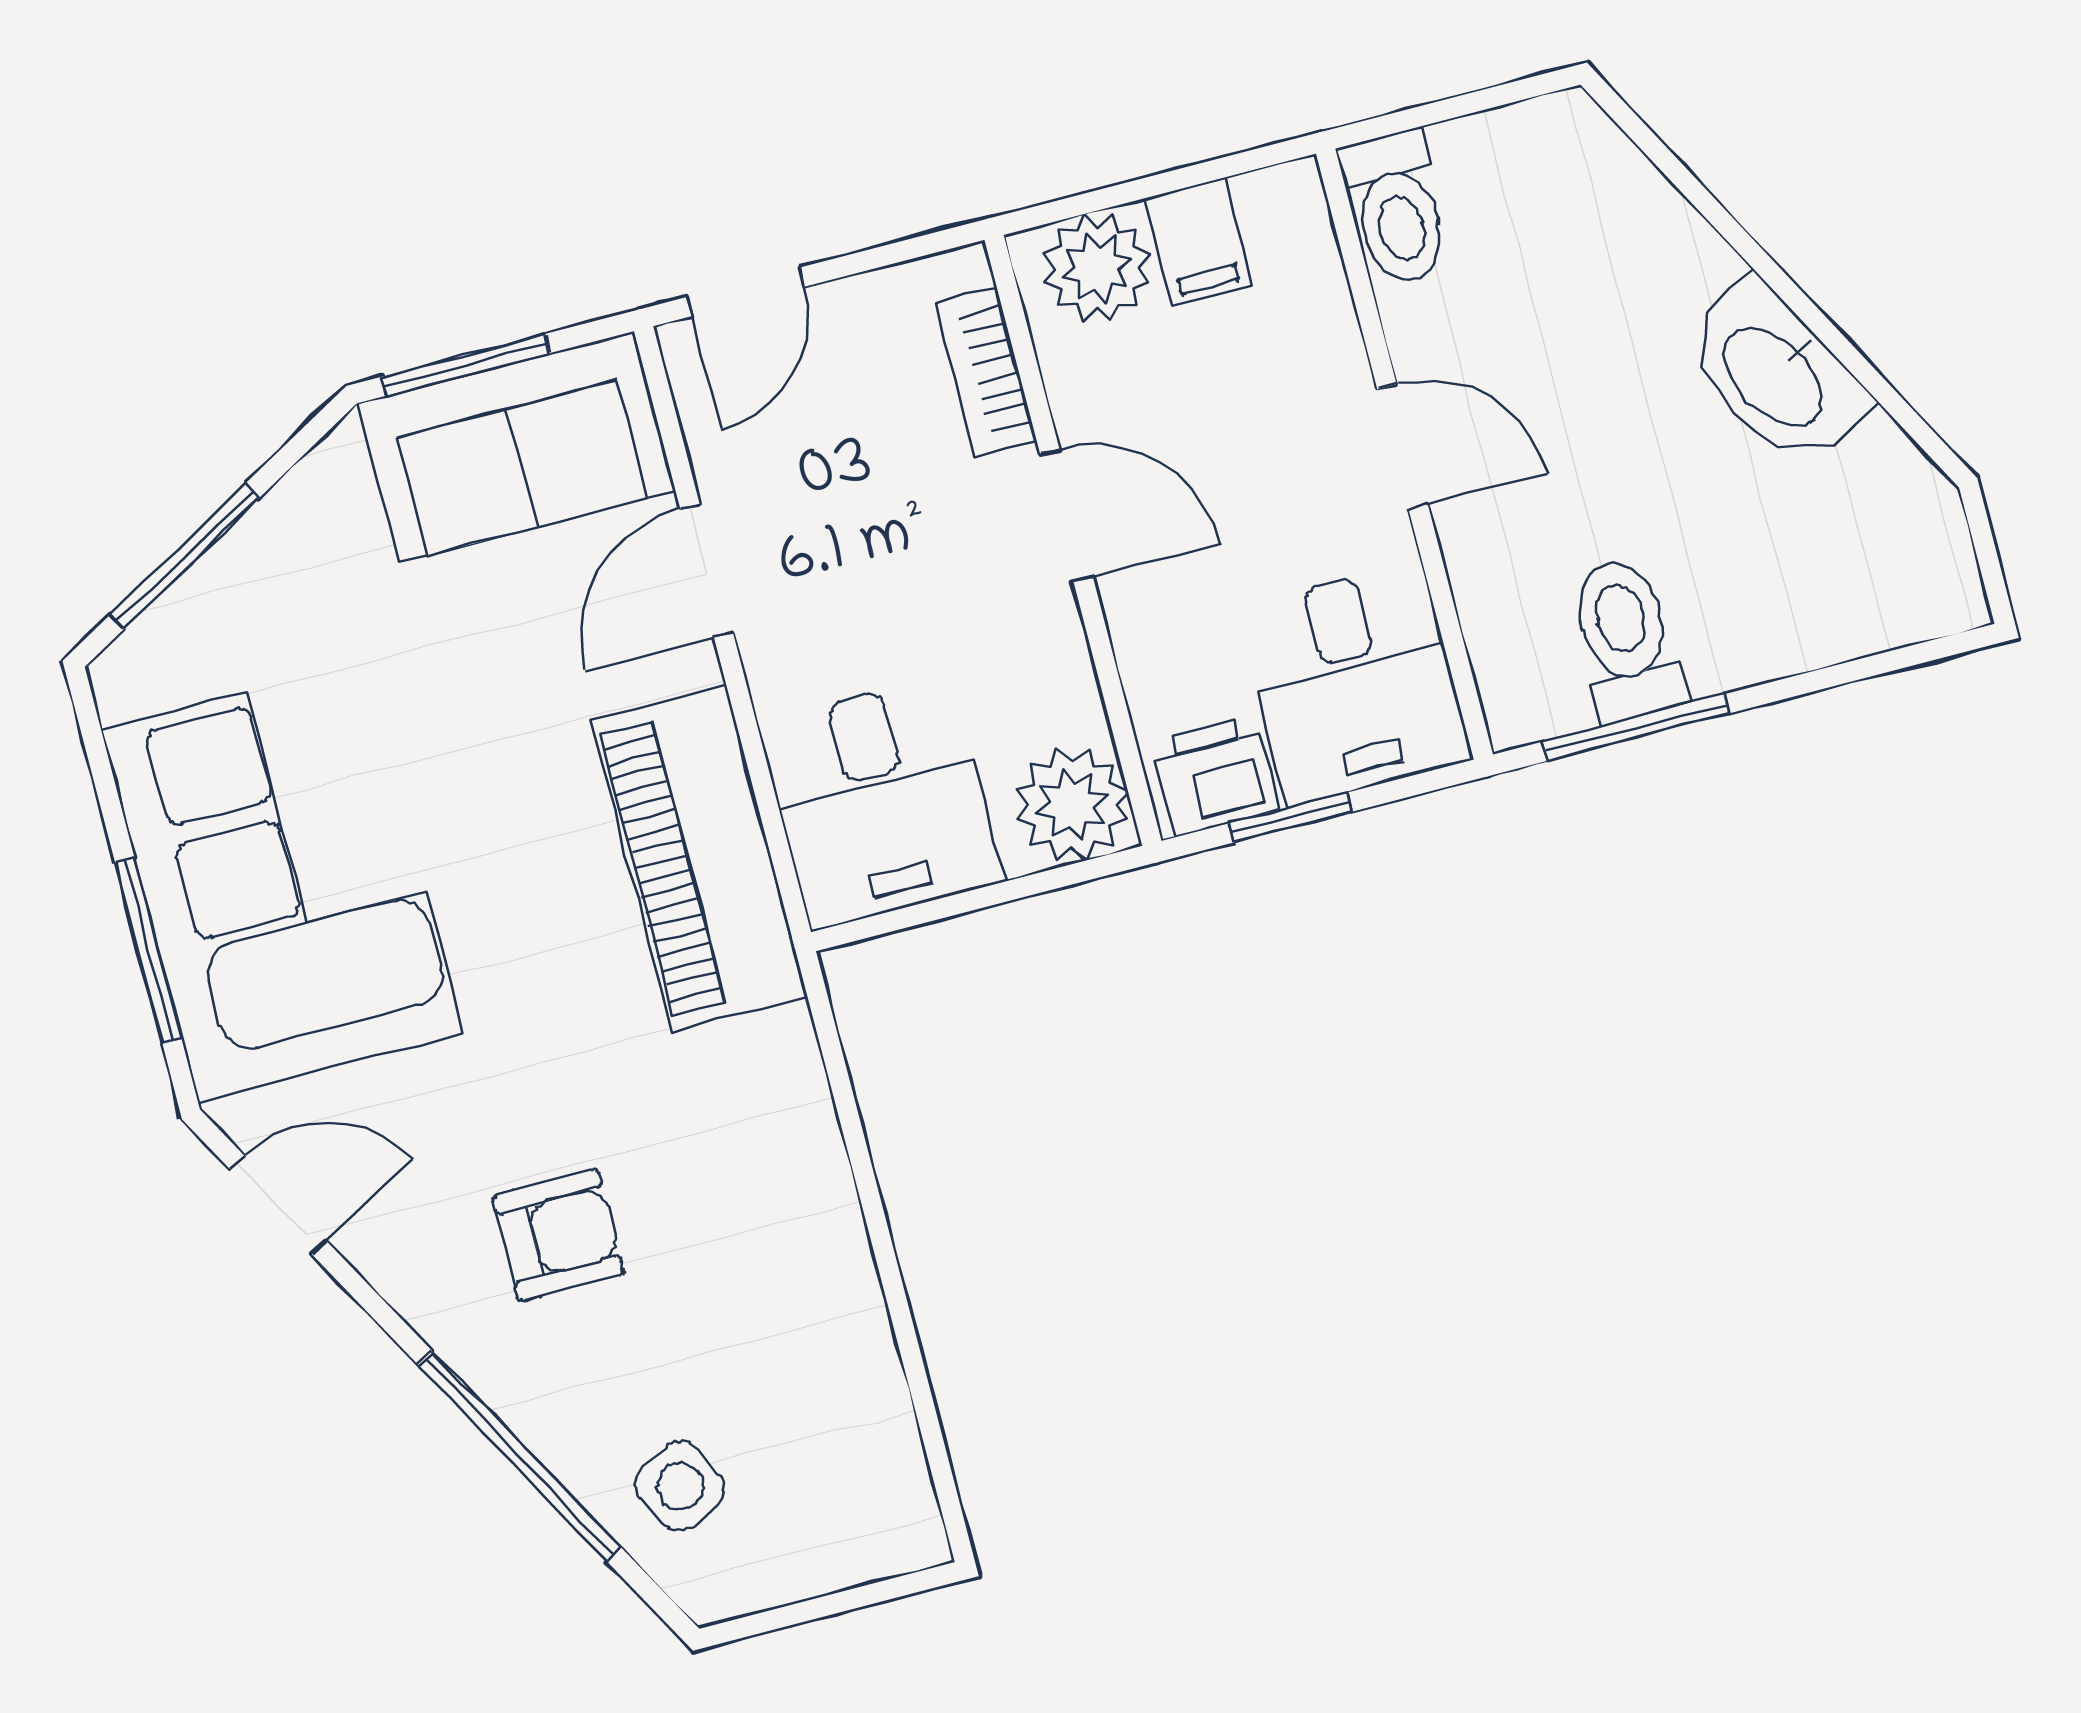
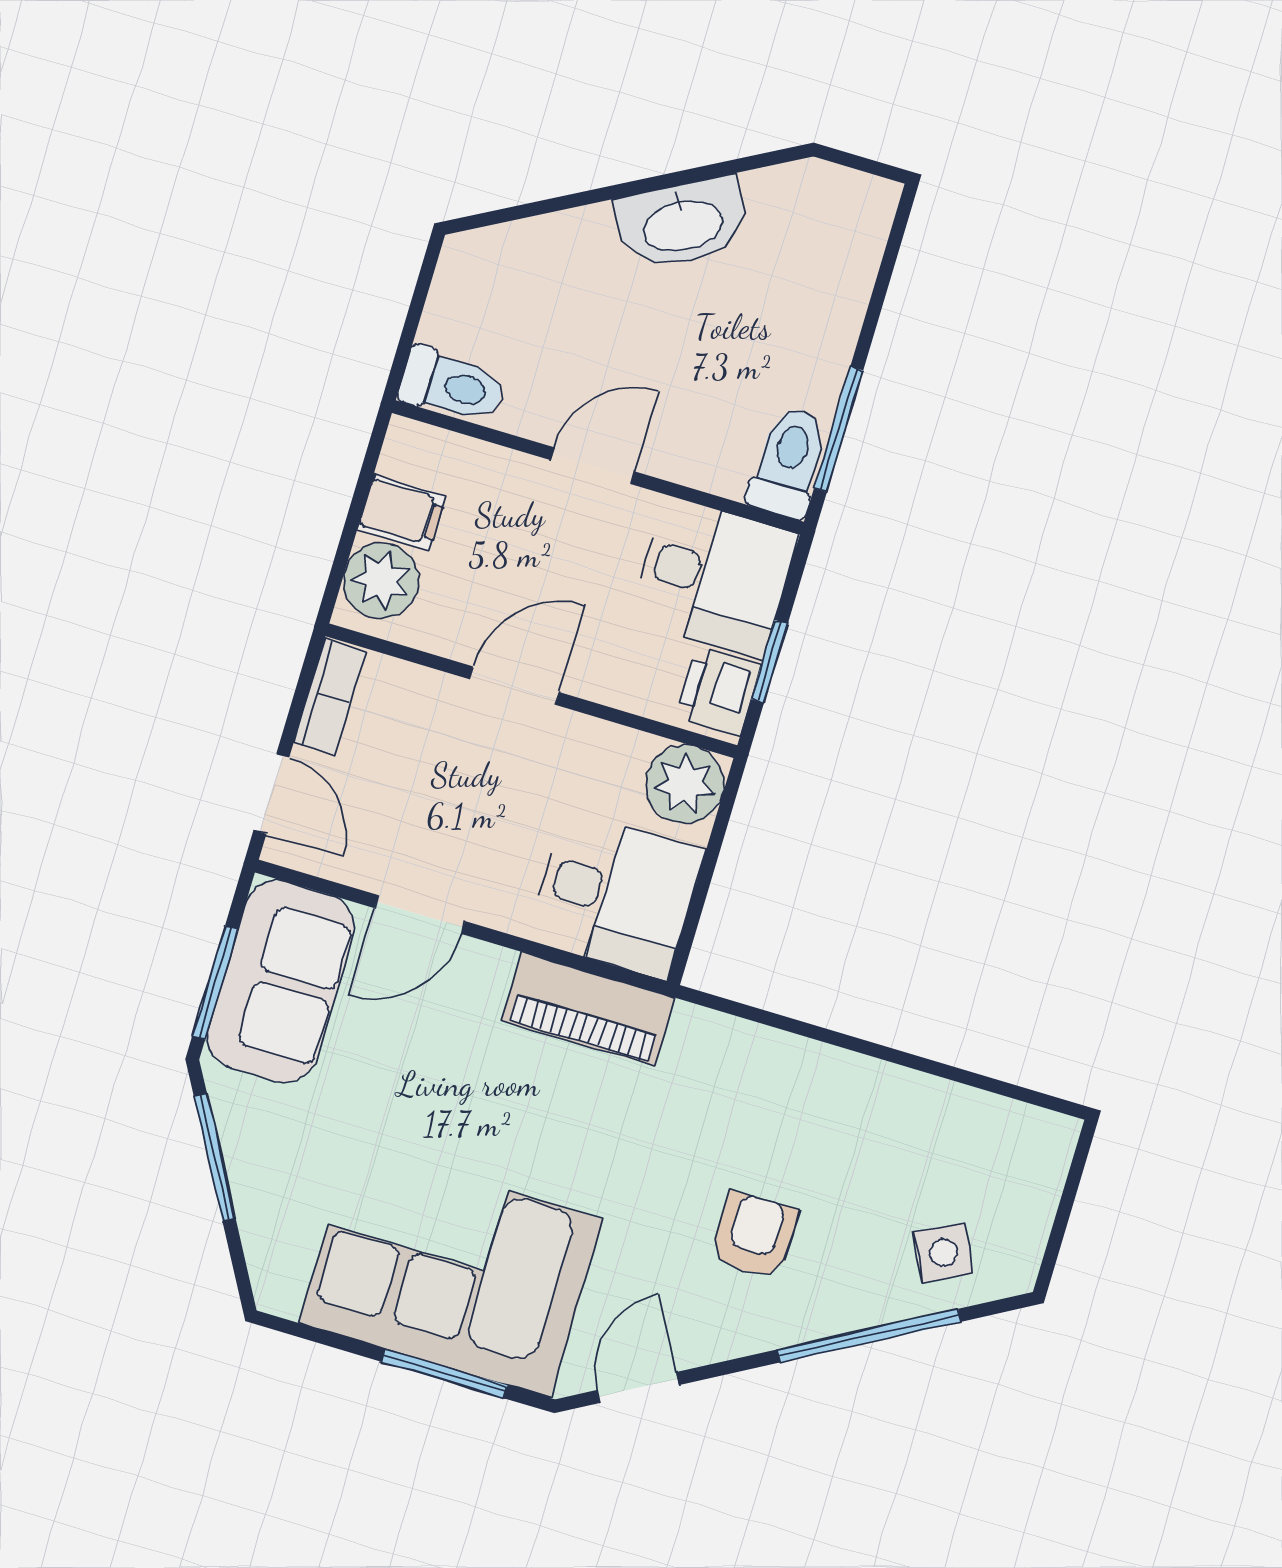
bookcase: (986, 371) -> (330, 697), moved, turned -90
window: (185, 556) -> (215, 1157), moved
door: (707, 571) -> (420, 915), hinge flipped
toilet: (1626, 639) -> (788, 462), moved, turned 90
piano: (699, 859) -> (588, 1009), width x0.73, depth x0.75

